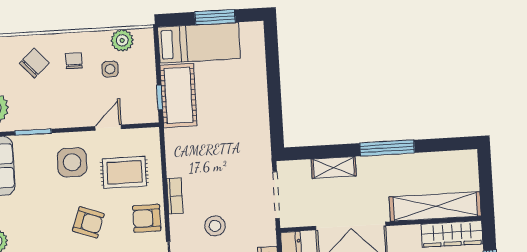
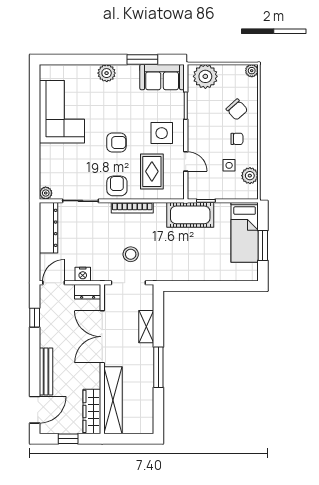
cot: (178, 95) -> (190, 215), moved
bookcase: (175, 196) -> (132, 208), width x1.56
armchair: (88, 222) -> (116, 143), turned -110
stool: (215, 226) -> (131, 254), moved

